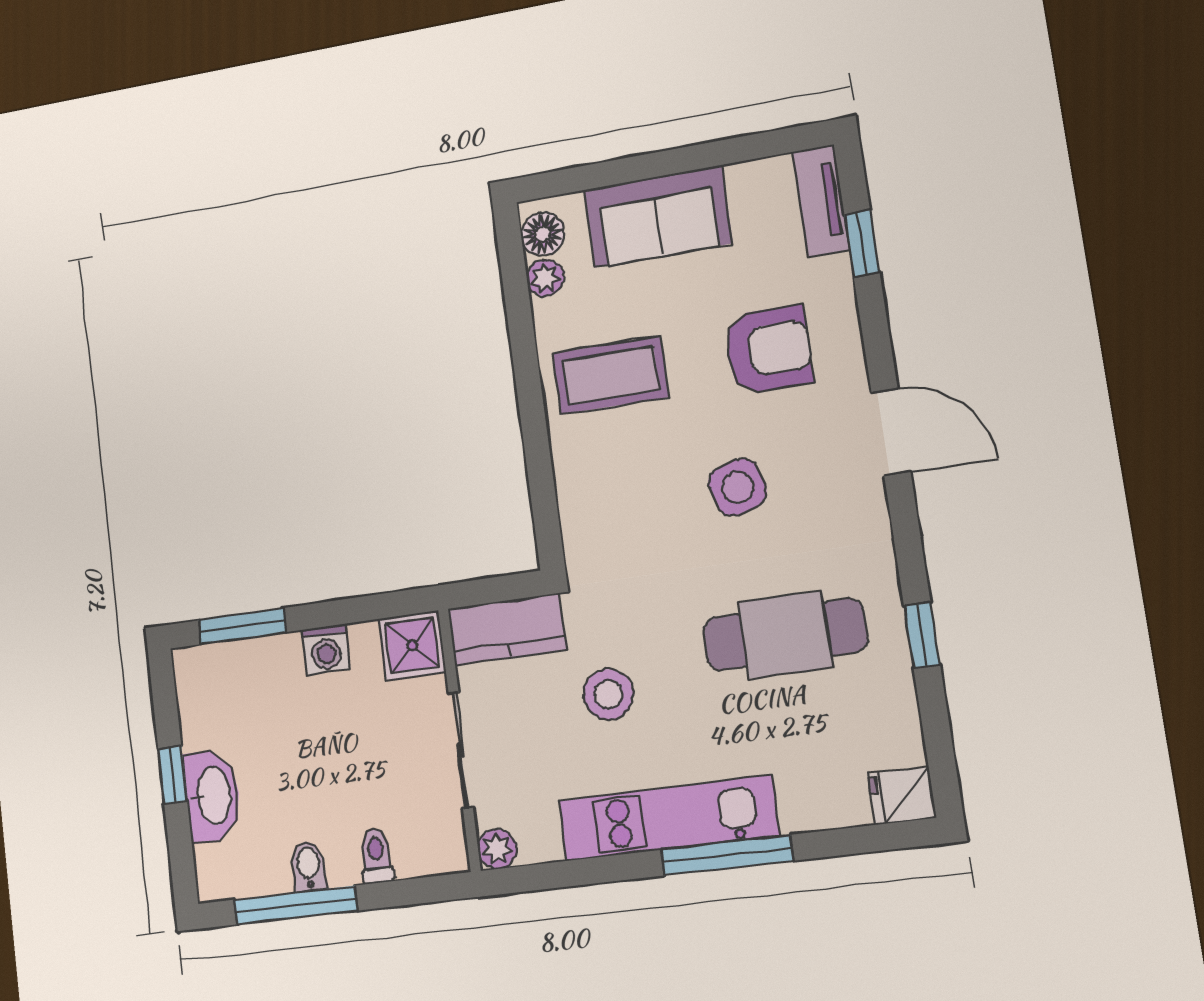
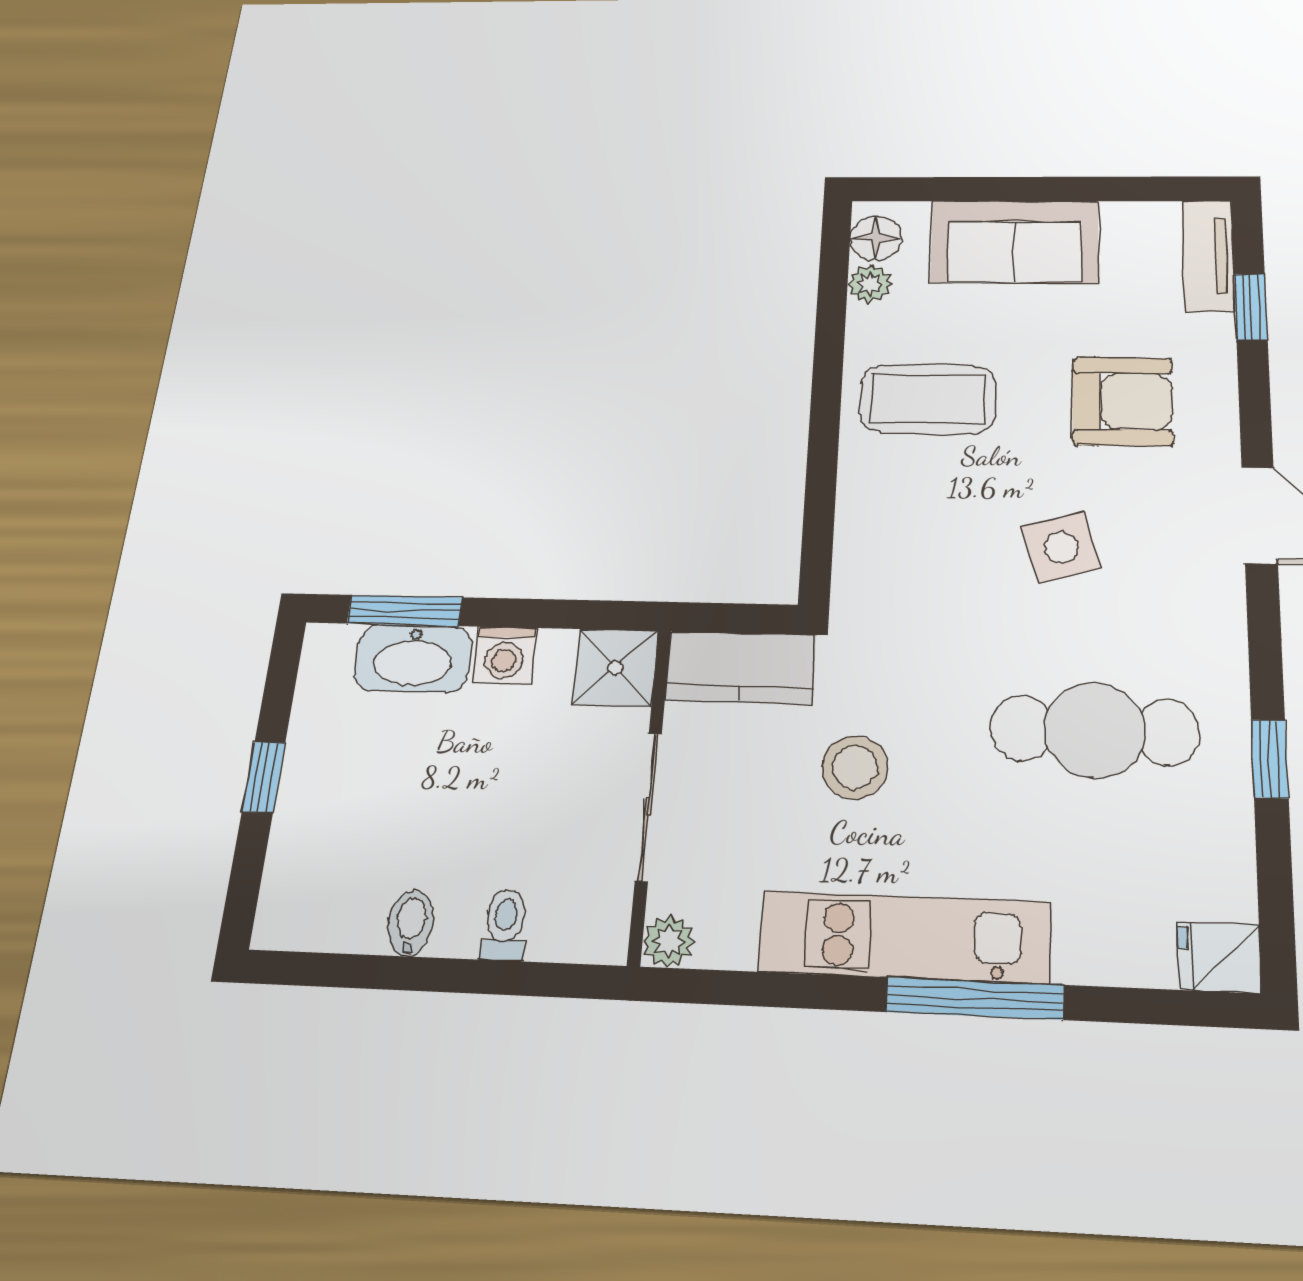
washbasin: (213, 796) -> (413, 658), moved, turned 90
window: (295, 905) -> (380, 972), removed

